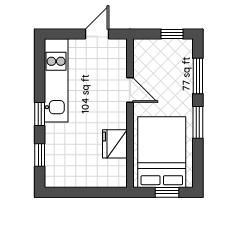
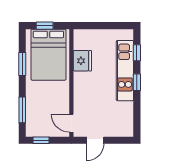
kitchen unit: (56, 80) -> (125, 71), moved
door: (130, 90) -> (71, 123), moved
window: (198, 122) -> (22, 64), moved

